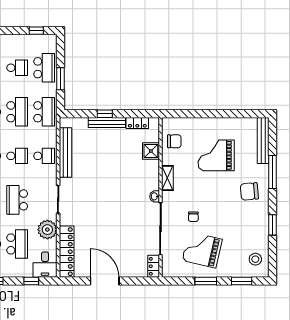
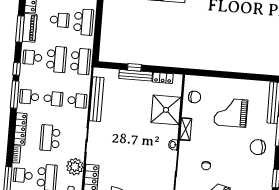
window: (61, 79) -> (97, 33), removed
shower: (151, 151) -> (166, 110), width x1.86, depth x1.86

